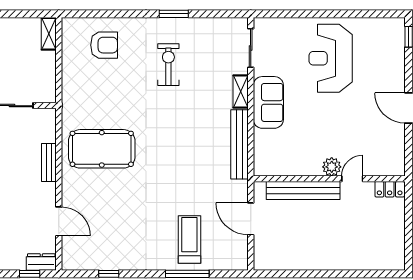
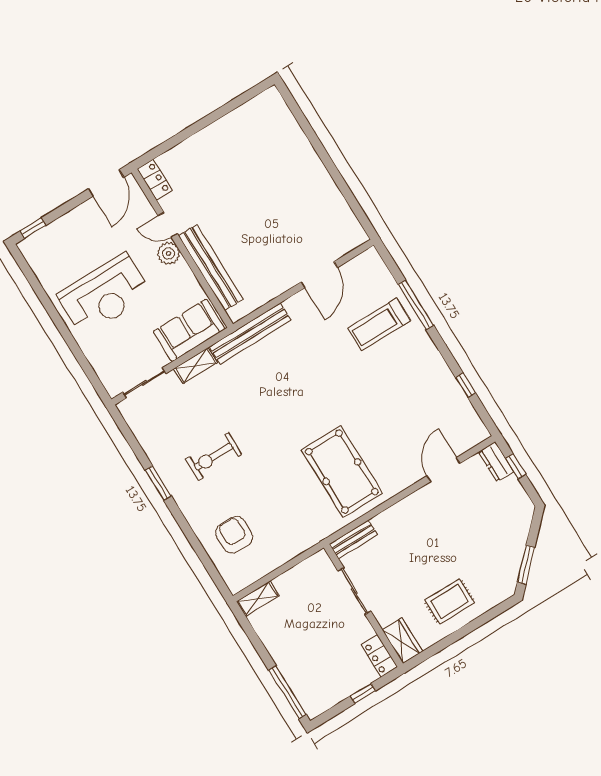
bench: (49, 163) -> (353, 539), moved
plant: (332, 167) -> (168, 253), moved
wall: (329, 179) -> (182, 248), moved
door: (352, 179) -> (168, 225), moved
locker: (390, 189) -> (155, 180), moved
bench: (303, 191) -> (211, 268), moved

